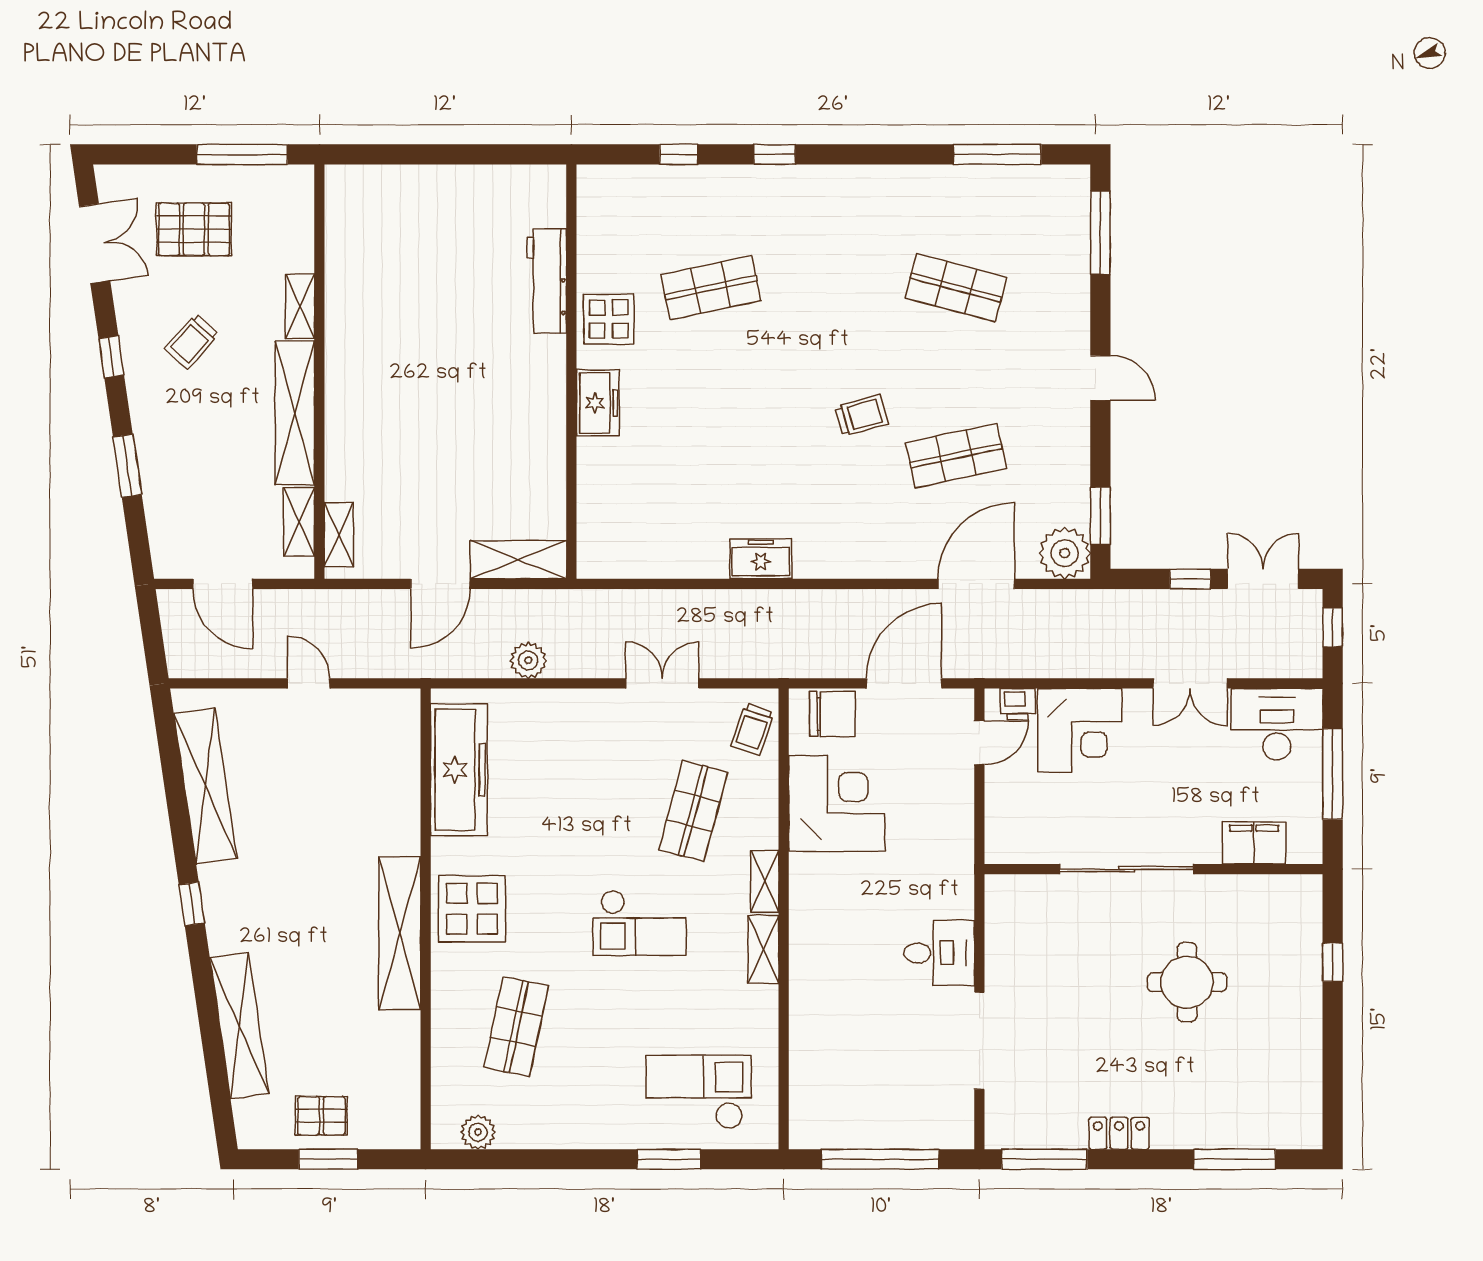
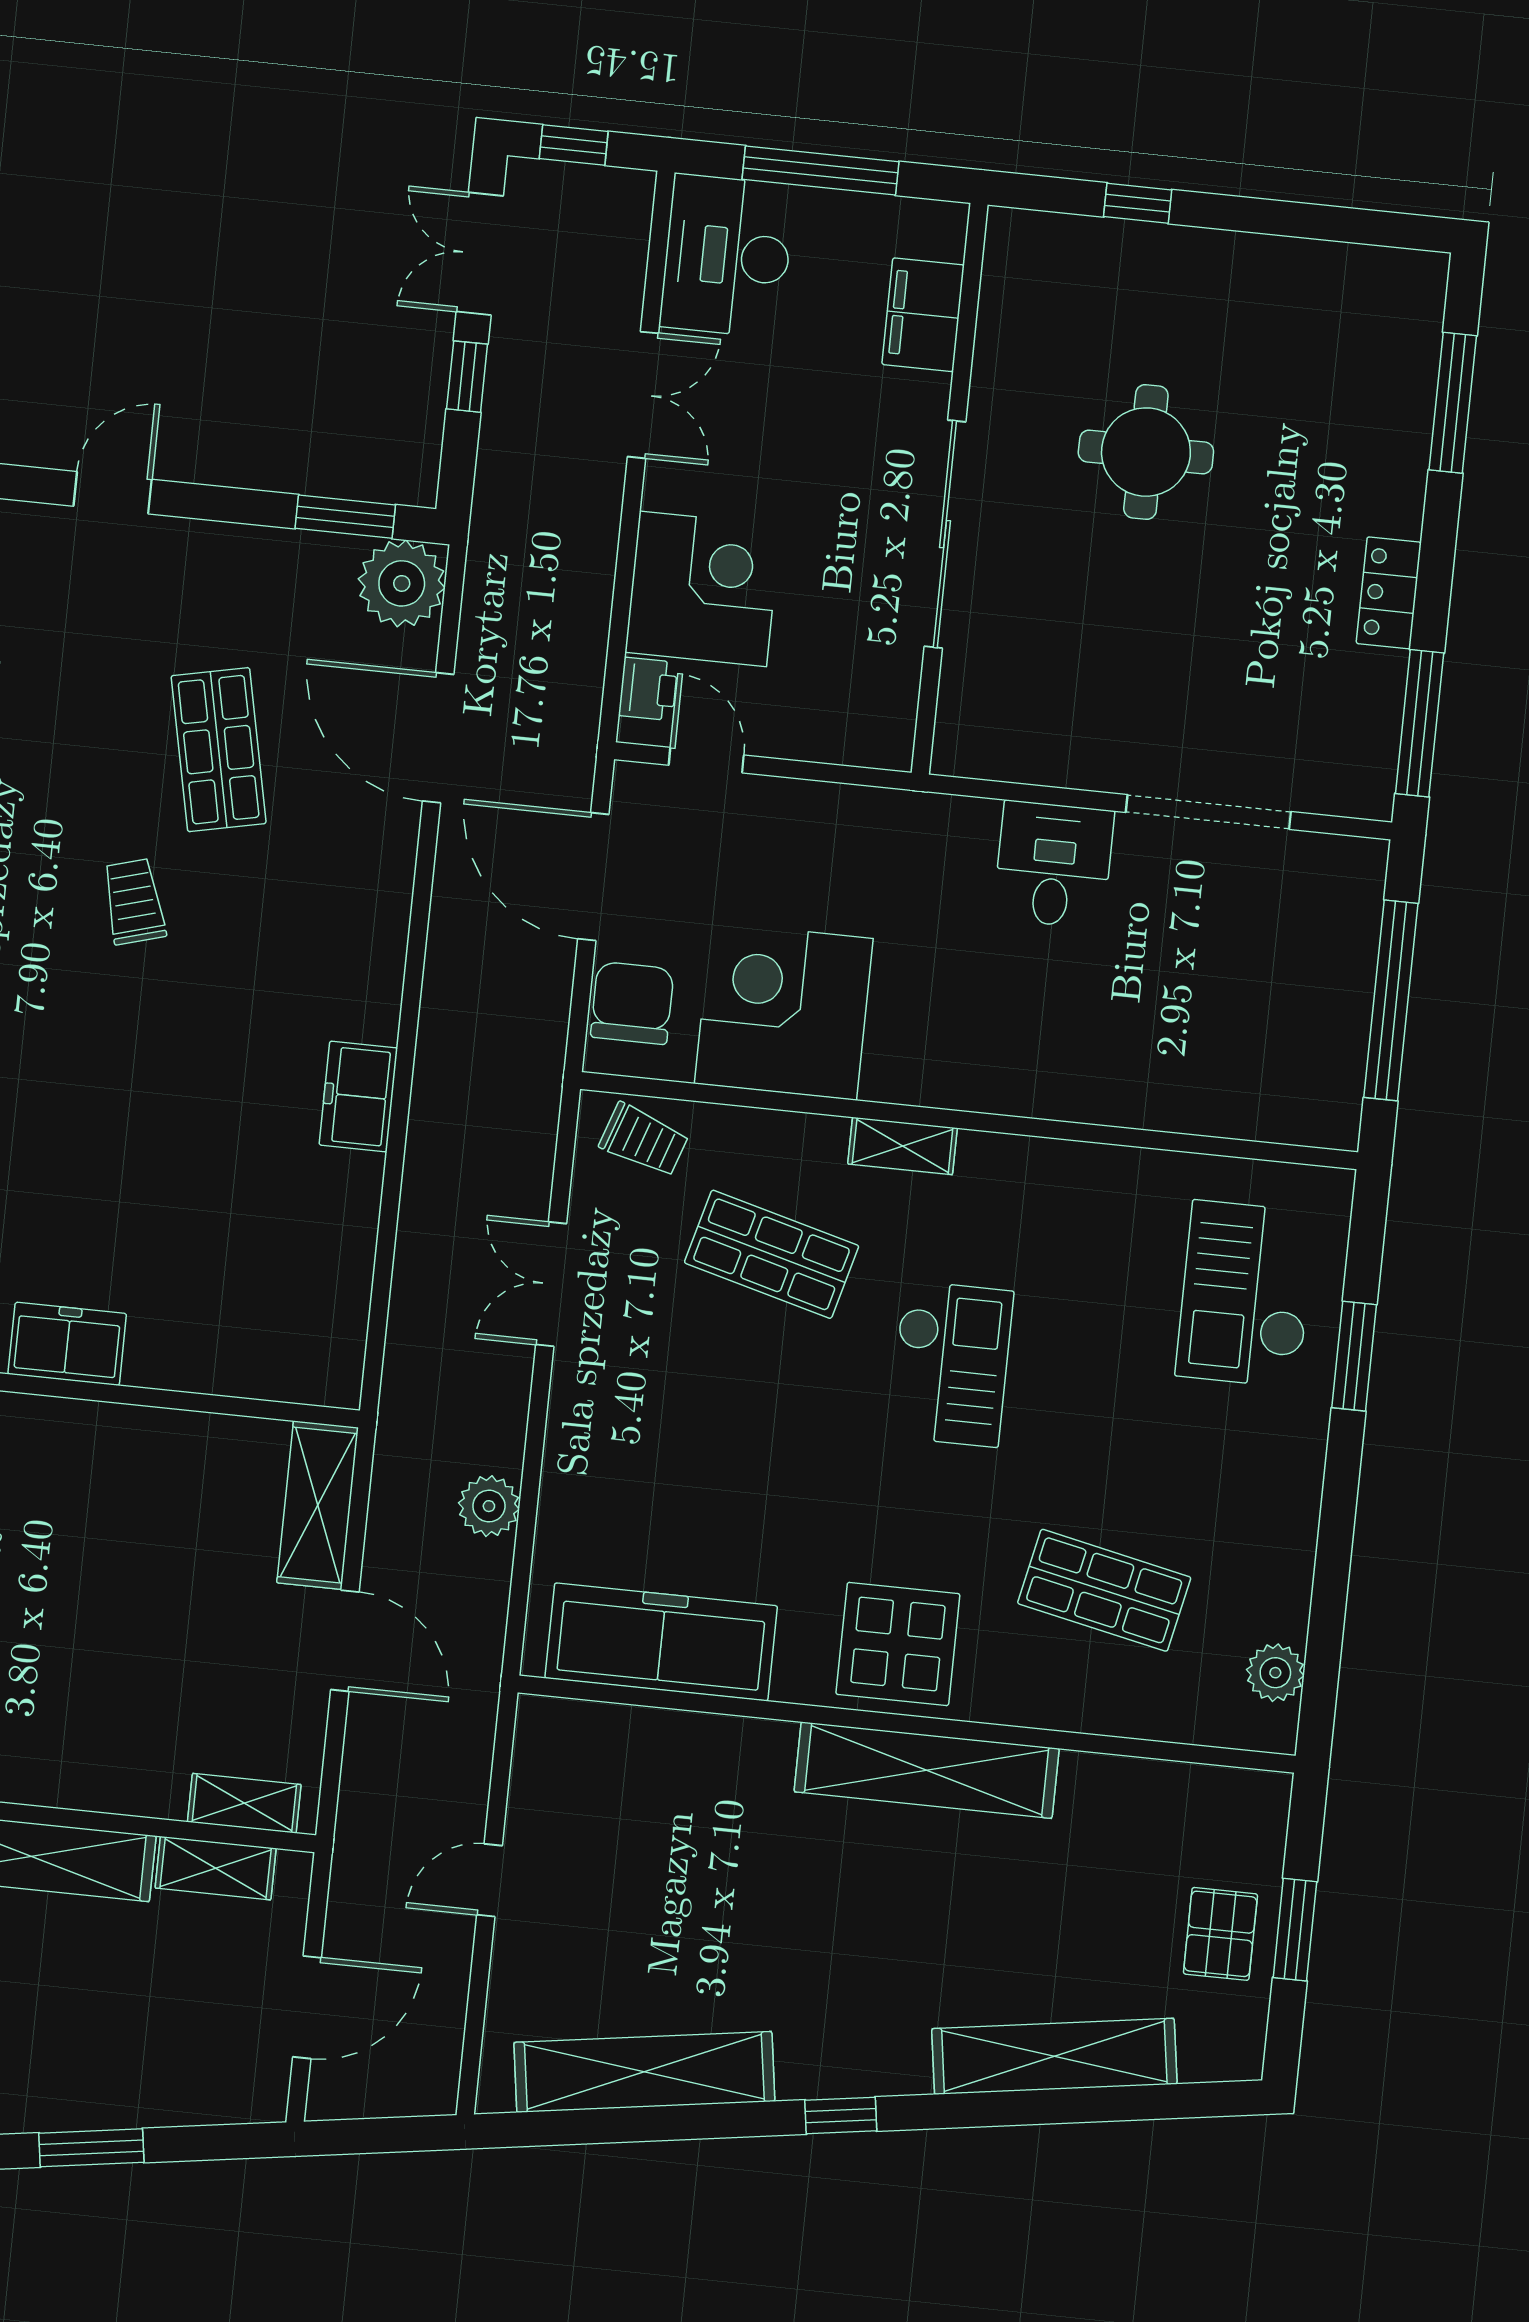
shelving: (763, 949) -> (1017, 1160), removed

